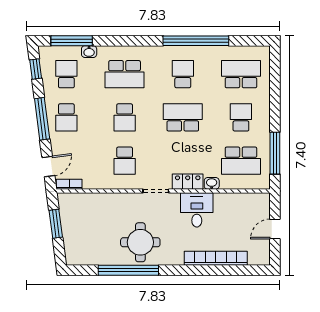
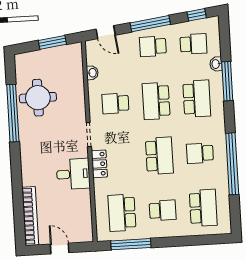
window: (72, 41) -> (227, 81), moved
school desk: (125, 74) -> (197, 99), turned 180
school desk: (183, 74) -> (200, 153), turned 180
school desk: (125, 117) -> (156, 101), width x1.85
washbasin: (212, 183) -> (92, 73), moved
bookcase: (69, 184) -> (90, 53), removed
round table: (140, 242) -> (38, 98), moved
bookcase: (216, 258) -> (30, 216), moved

